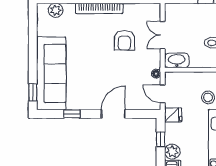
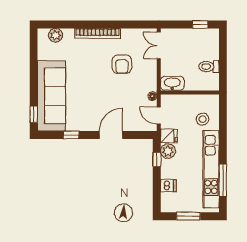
double door: (163, 35) -> (159, 45), moved
plant: (172, 151) -> (168, 151), moved

